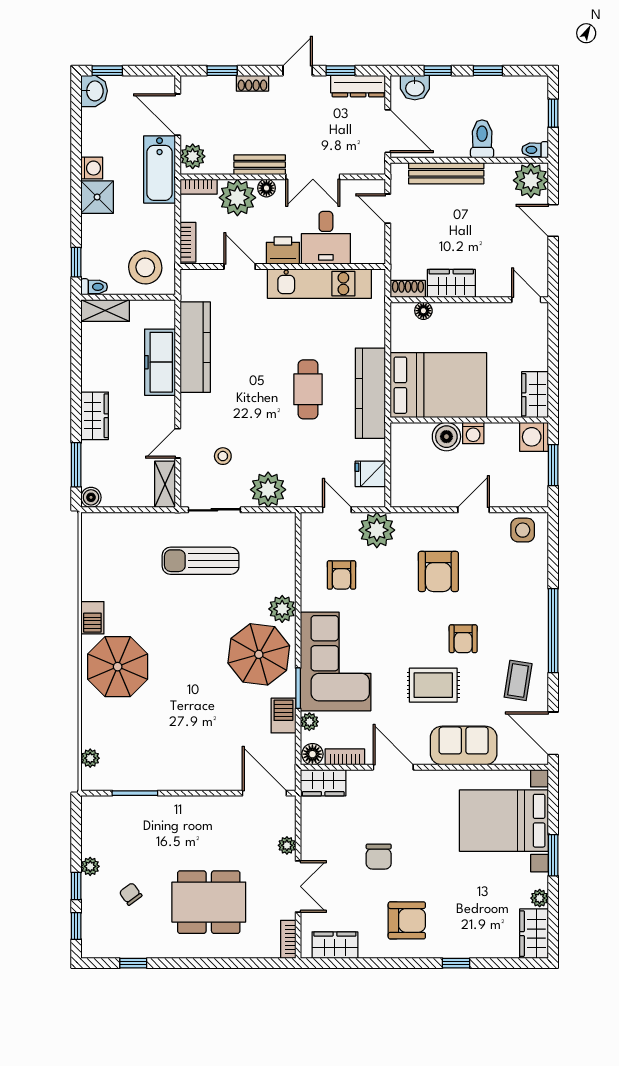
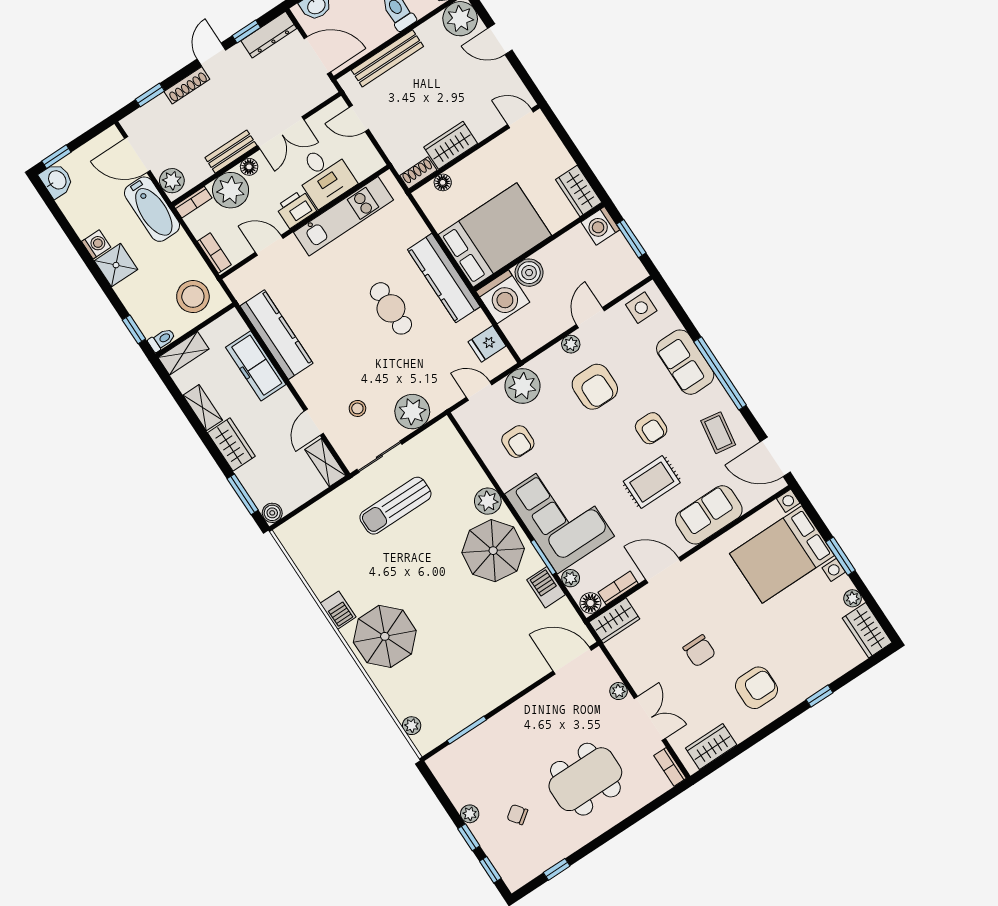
shoe rack: (252, 83) -> (187, 85), width x1.43
shelving: (91, 368) -> (203, 408), added
washing machine: (473, 433) -> (503, 297), moved, width x1.89, depth x1.89
plant: (442, 521) -> (571, 344), added
sofa: (530, 601) -> (685, 362), added

